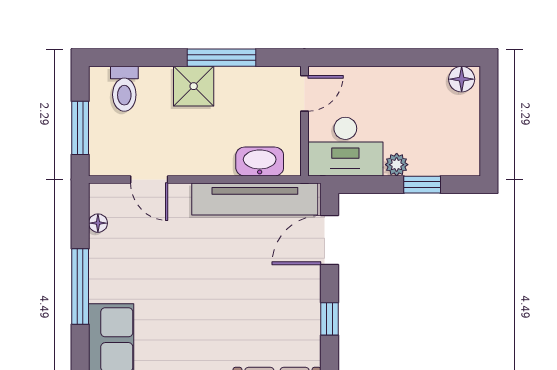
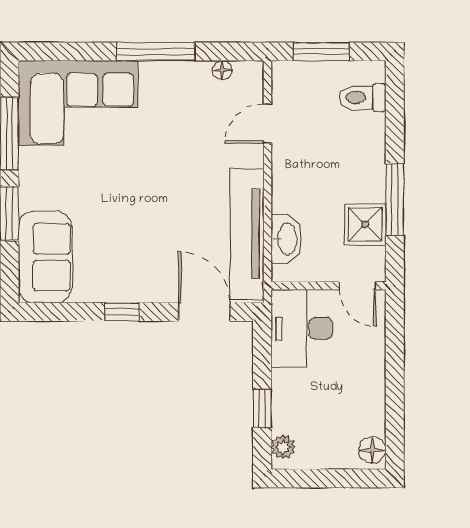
shower: (194, 86) -> (365, 224), moved
plant: (397, 165) -> (283, 447), moved

